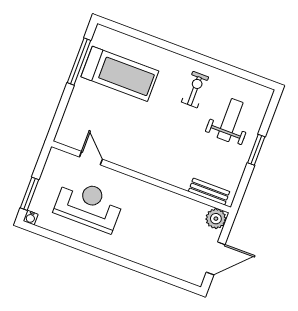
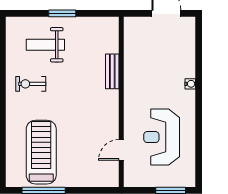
bench: (209, 192) -> (112, 71), moved
water cooler: (31, 218) -> (190, 84), moved
plant: (216, 219) -> (133, 26), removed

